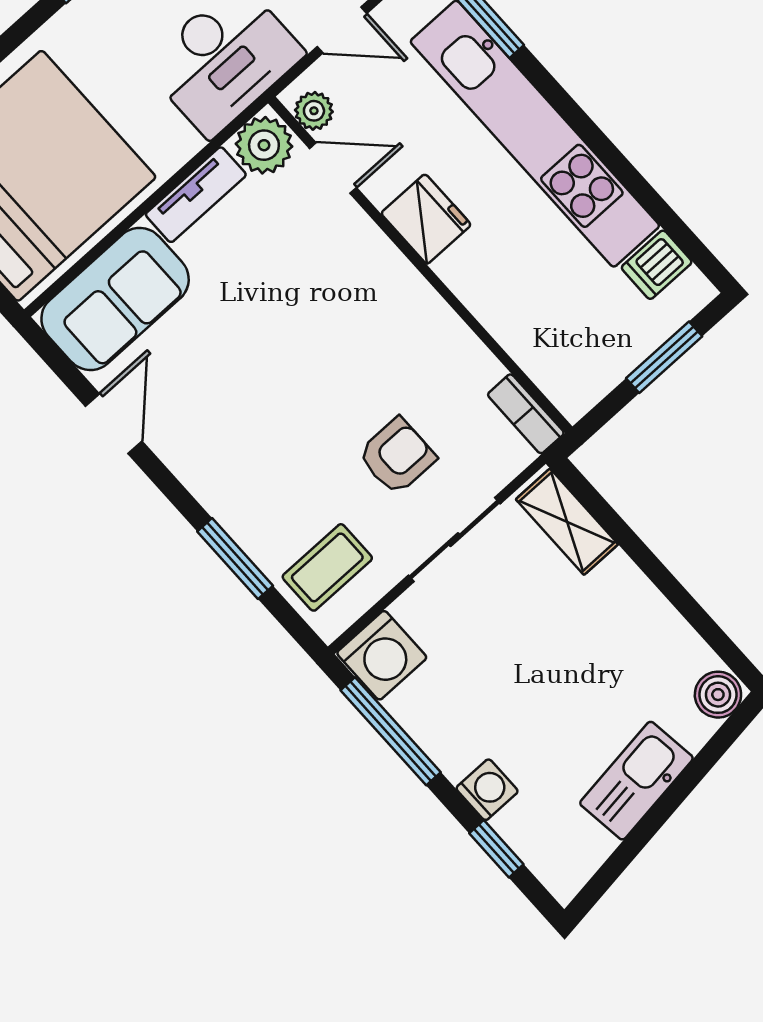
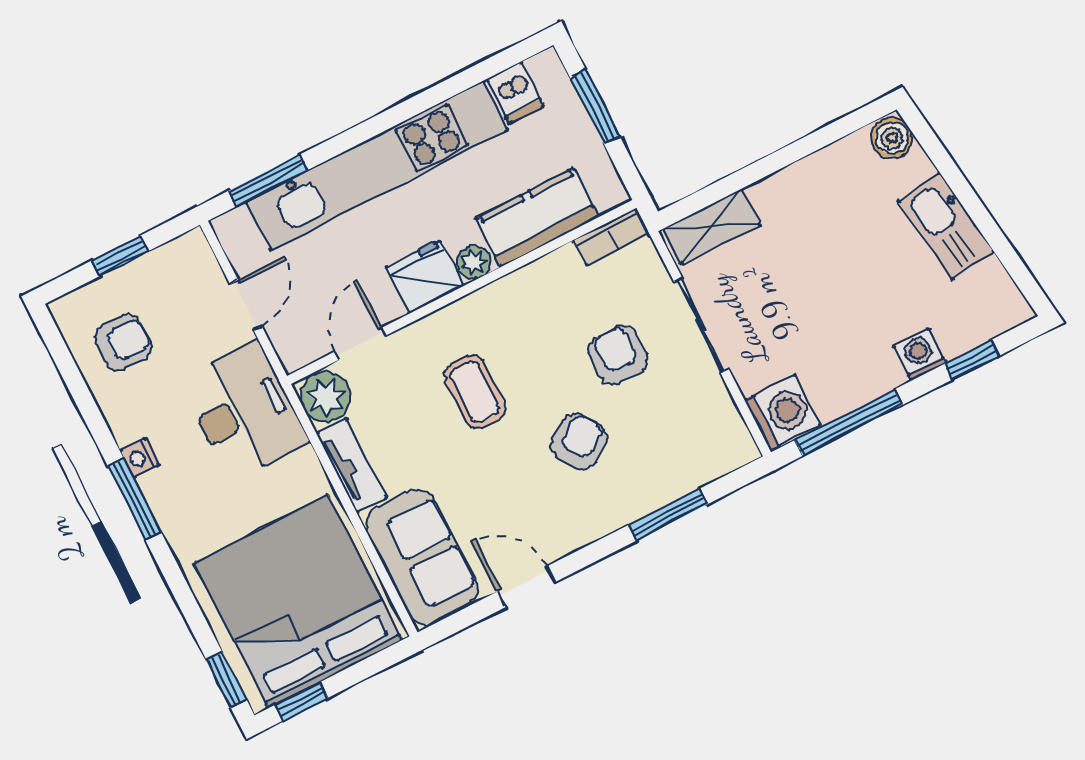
plant: (314, 111) -> (474, 262), moved
kitchen counter: (525, 326) -> (537, 218), added
armchair: (290, 439) -> (579, 442), added
coffee table: (327, 567) -> (475, 392), moved

